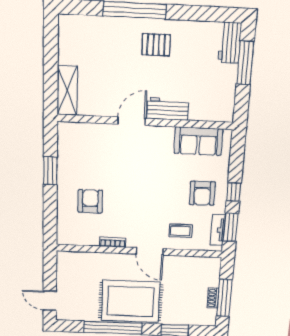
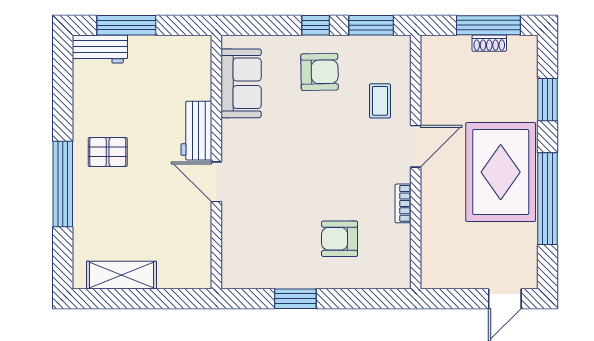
pallet: (156, 45) -> (108, 152), turned 90
shelving: (67, 90) -> (121, 275), moved
tv unit: (218, 230) -> (376, 44), removed

